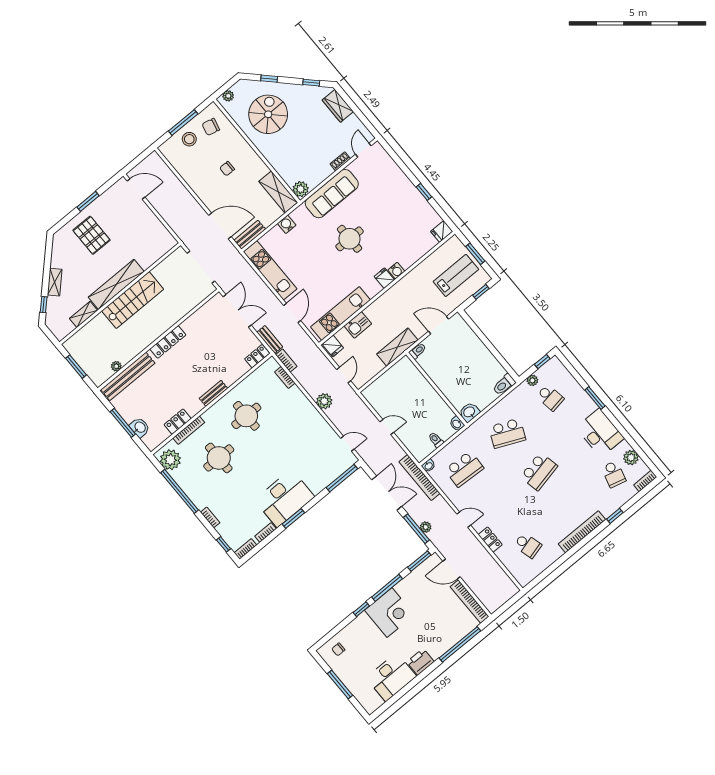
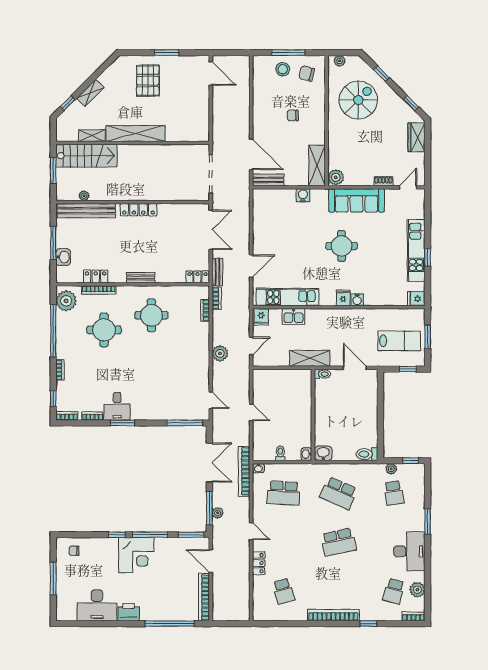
kitchen unit: (270, 270) -> (416, 251), moved, turned 180
stairs: (133, 300) -> (86, 156), moved
desk: (284, 498) -> (117, 406), width x0.53, depth x0.77

